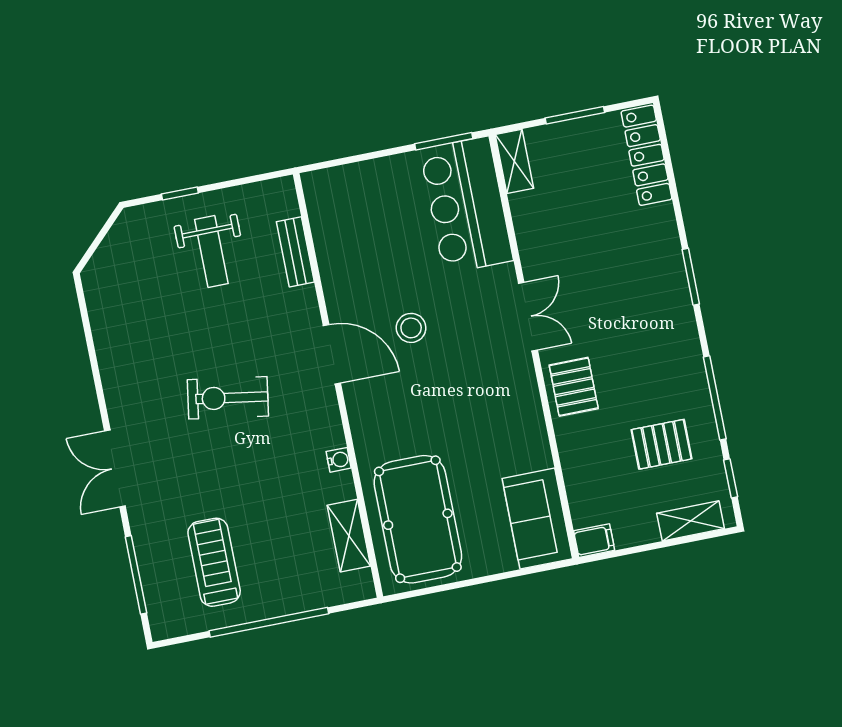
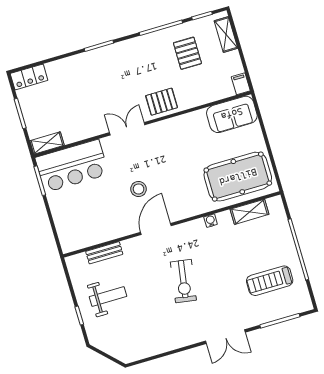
locker: (647, 155) -> (29, 77), width x0.66

